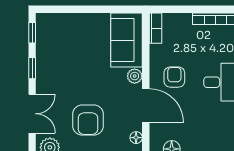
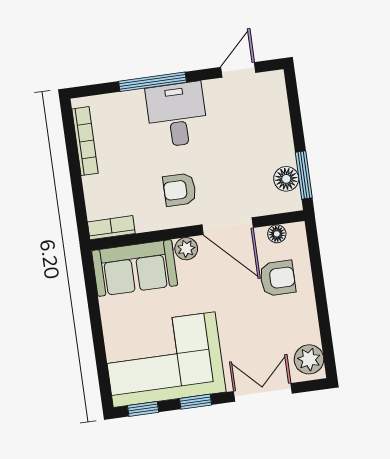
corner sofa: (63, 51) -> (164, 360), added
door: (146, 106) -> (228, 226), swing flipped
armchair: (88, 120) -> (278, 278), moved, width x0.72, depth x0.72

